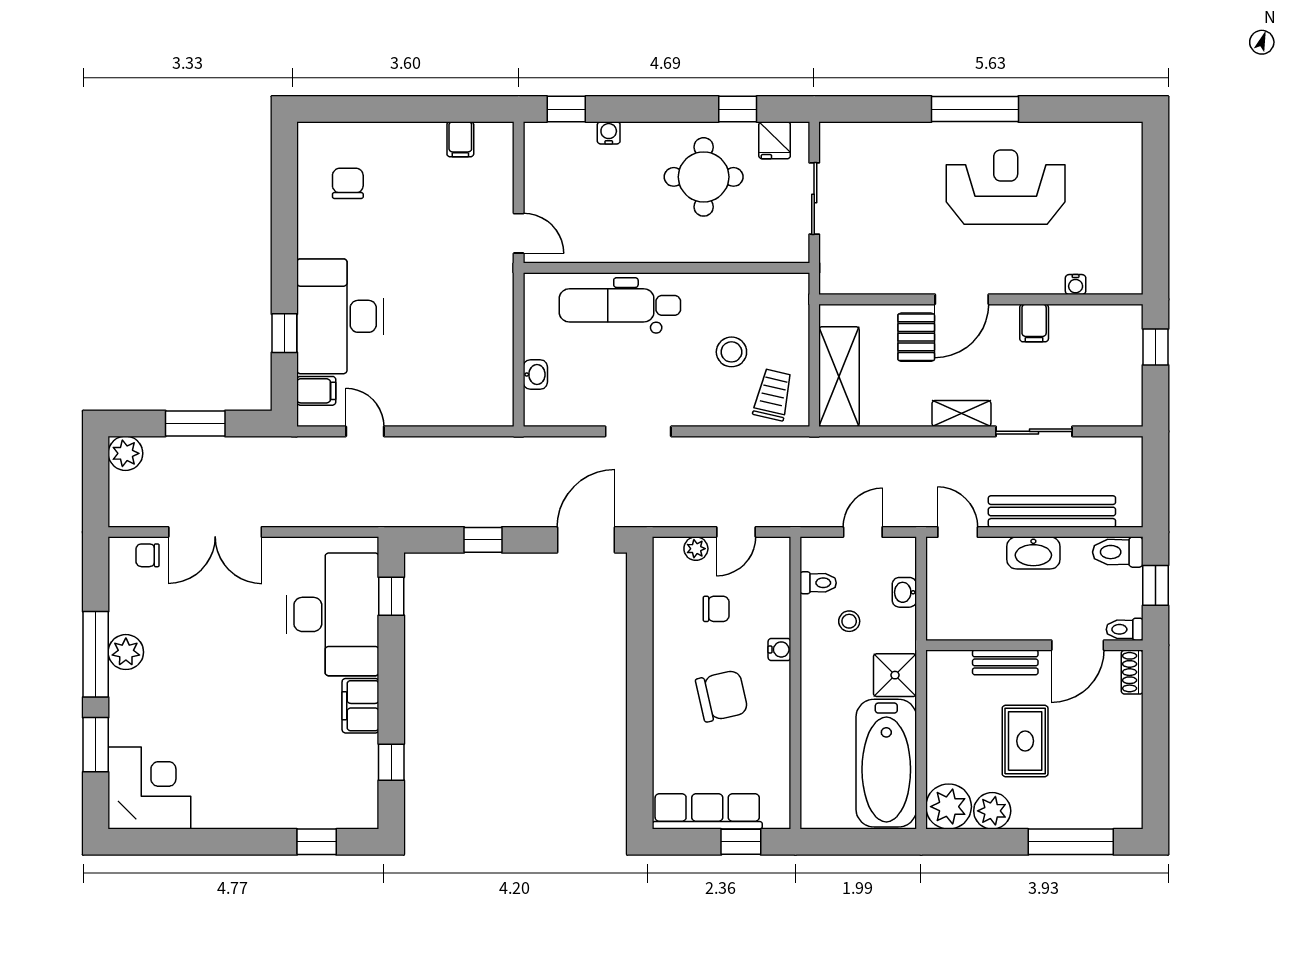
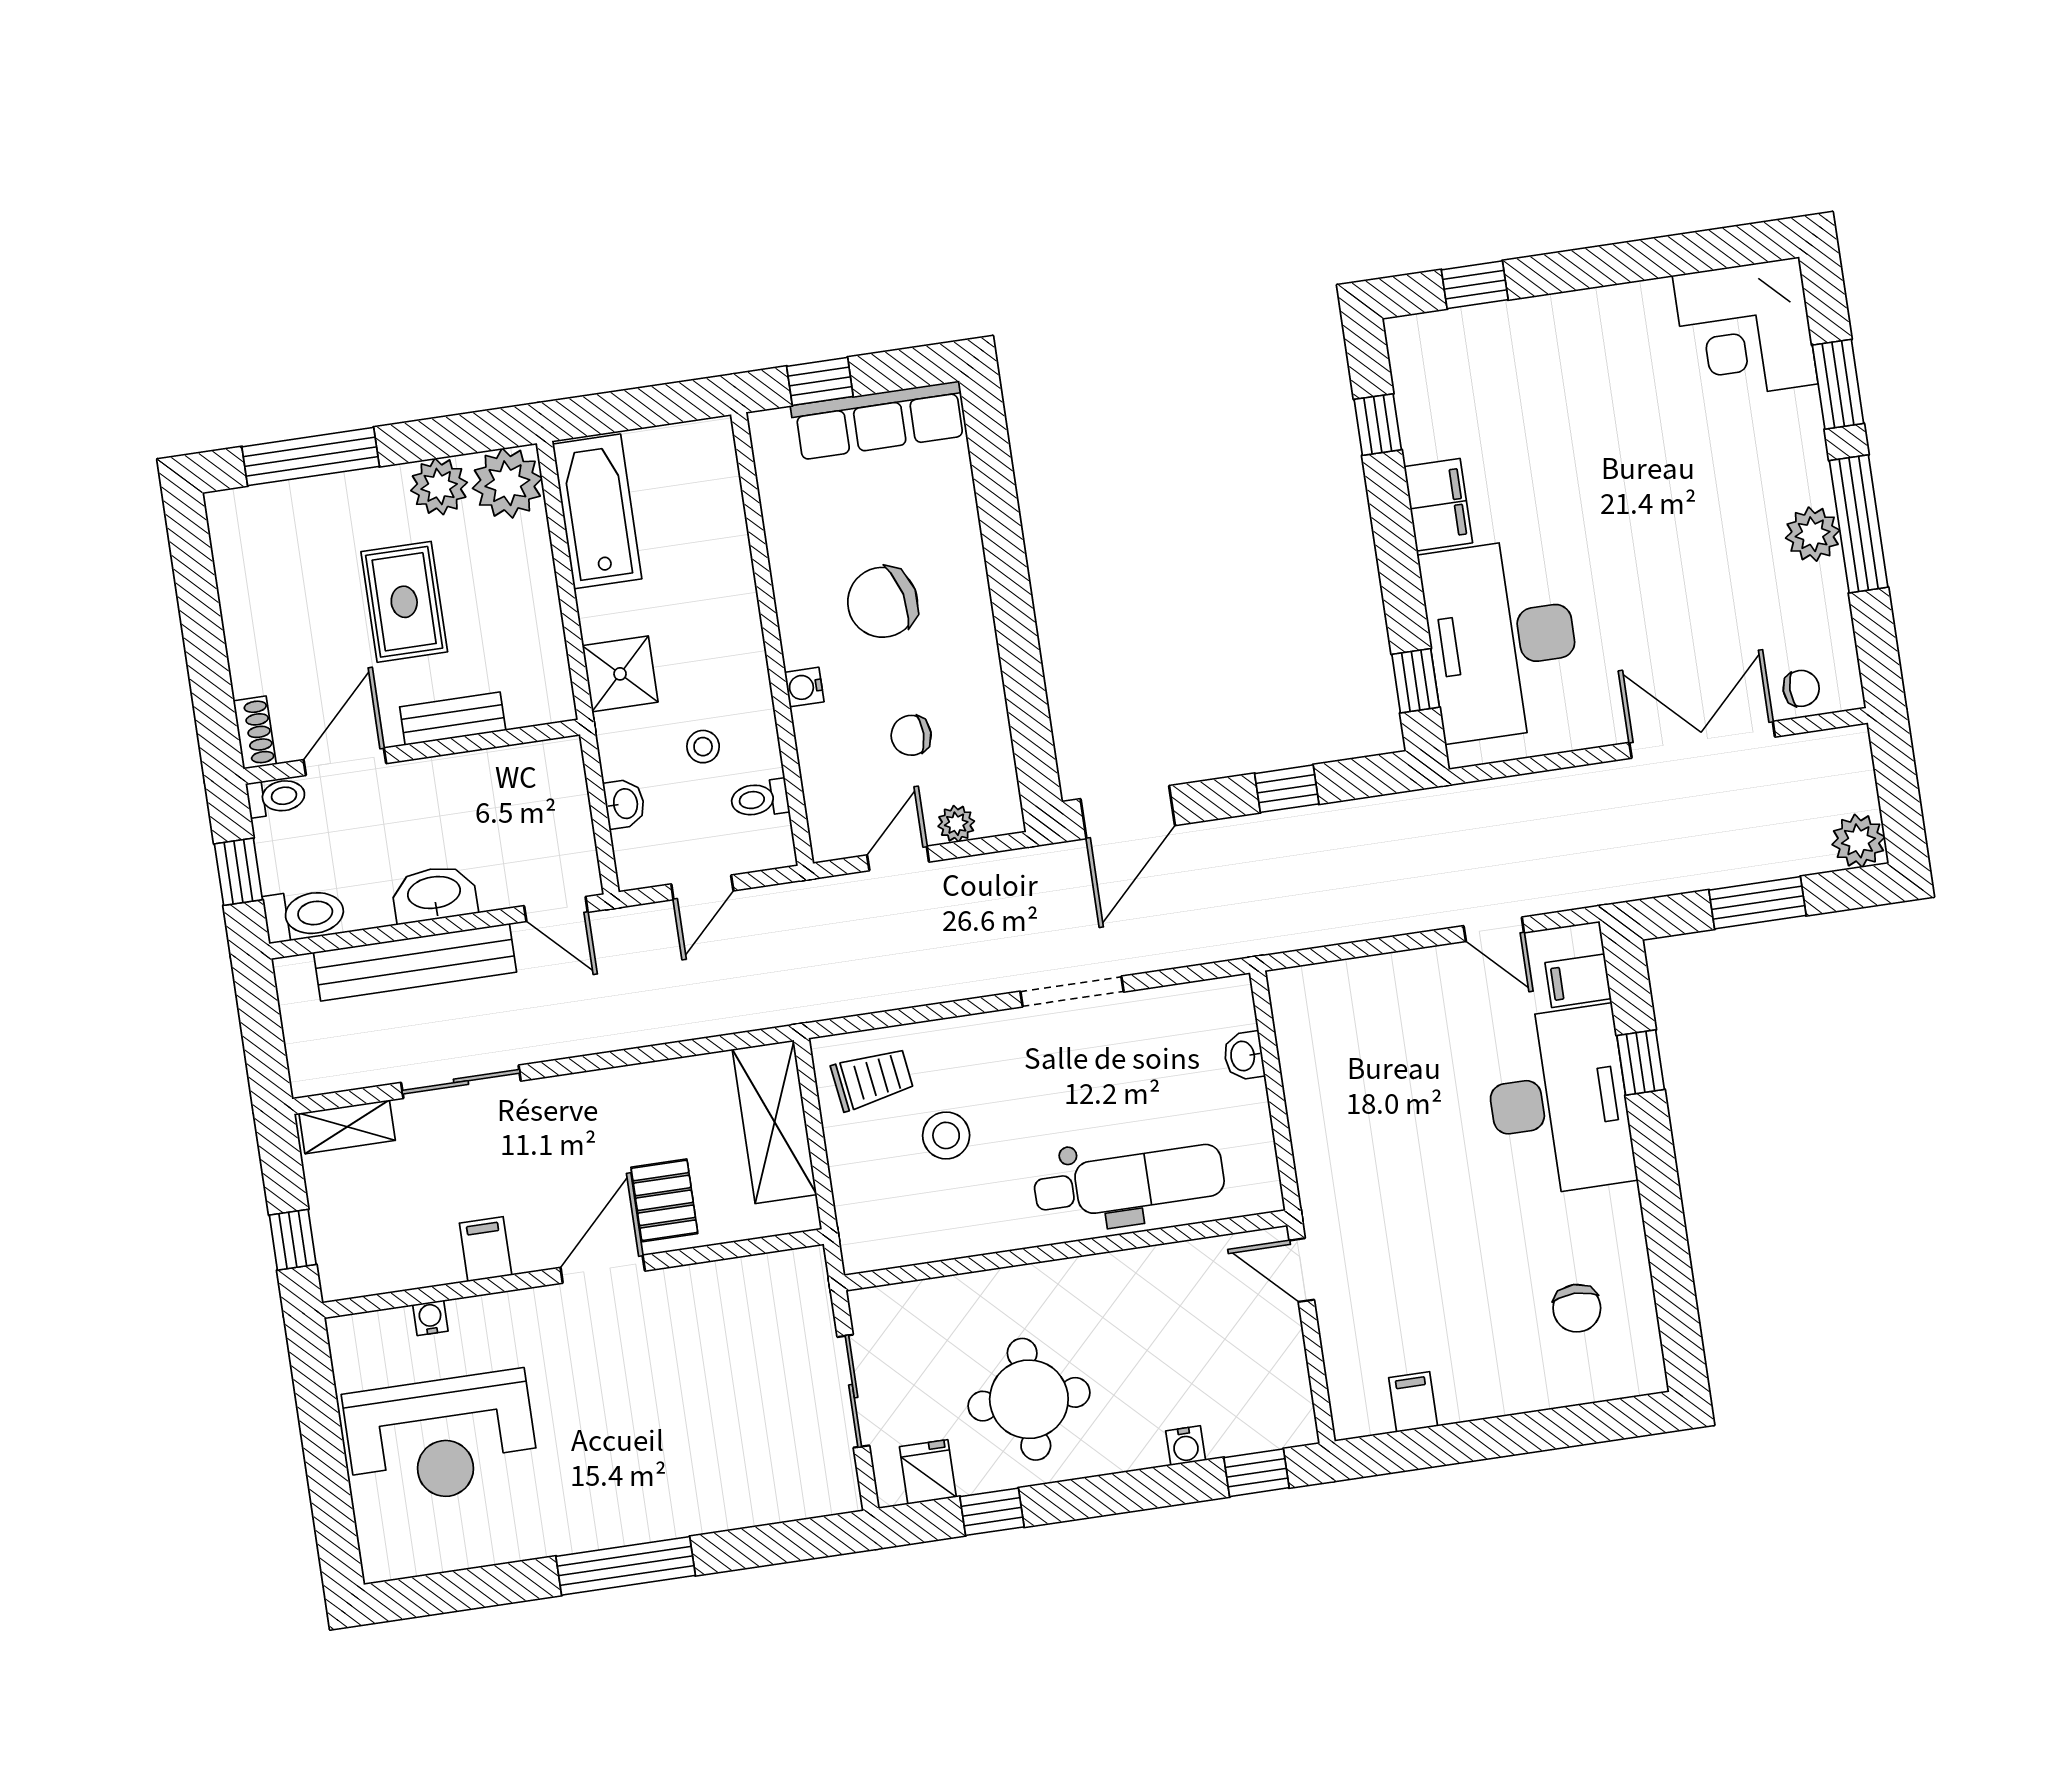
reception desk: (1006, 187) -> (441, 1438), moved
trolley: (773, 395) -> (872, 1079), turned -111
shelving: (961, 413) -> (347, 1127), moved
bathtub: (886, 763) -> (597, 511), width x0.73, depth x0.73

